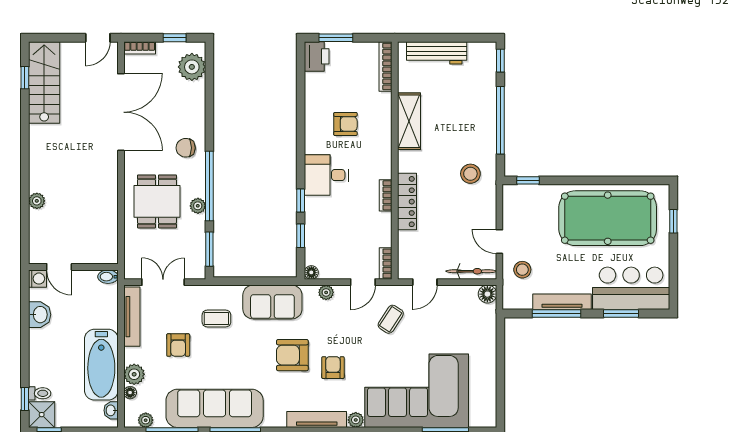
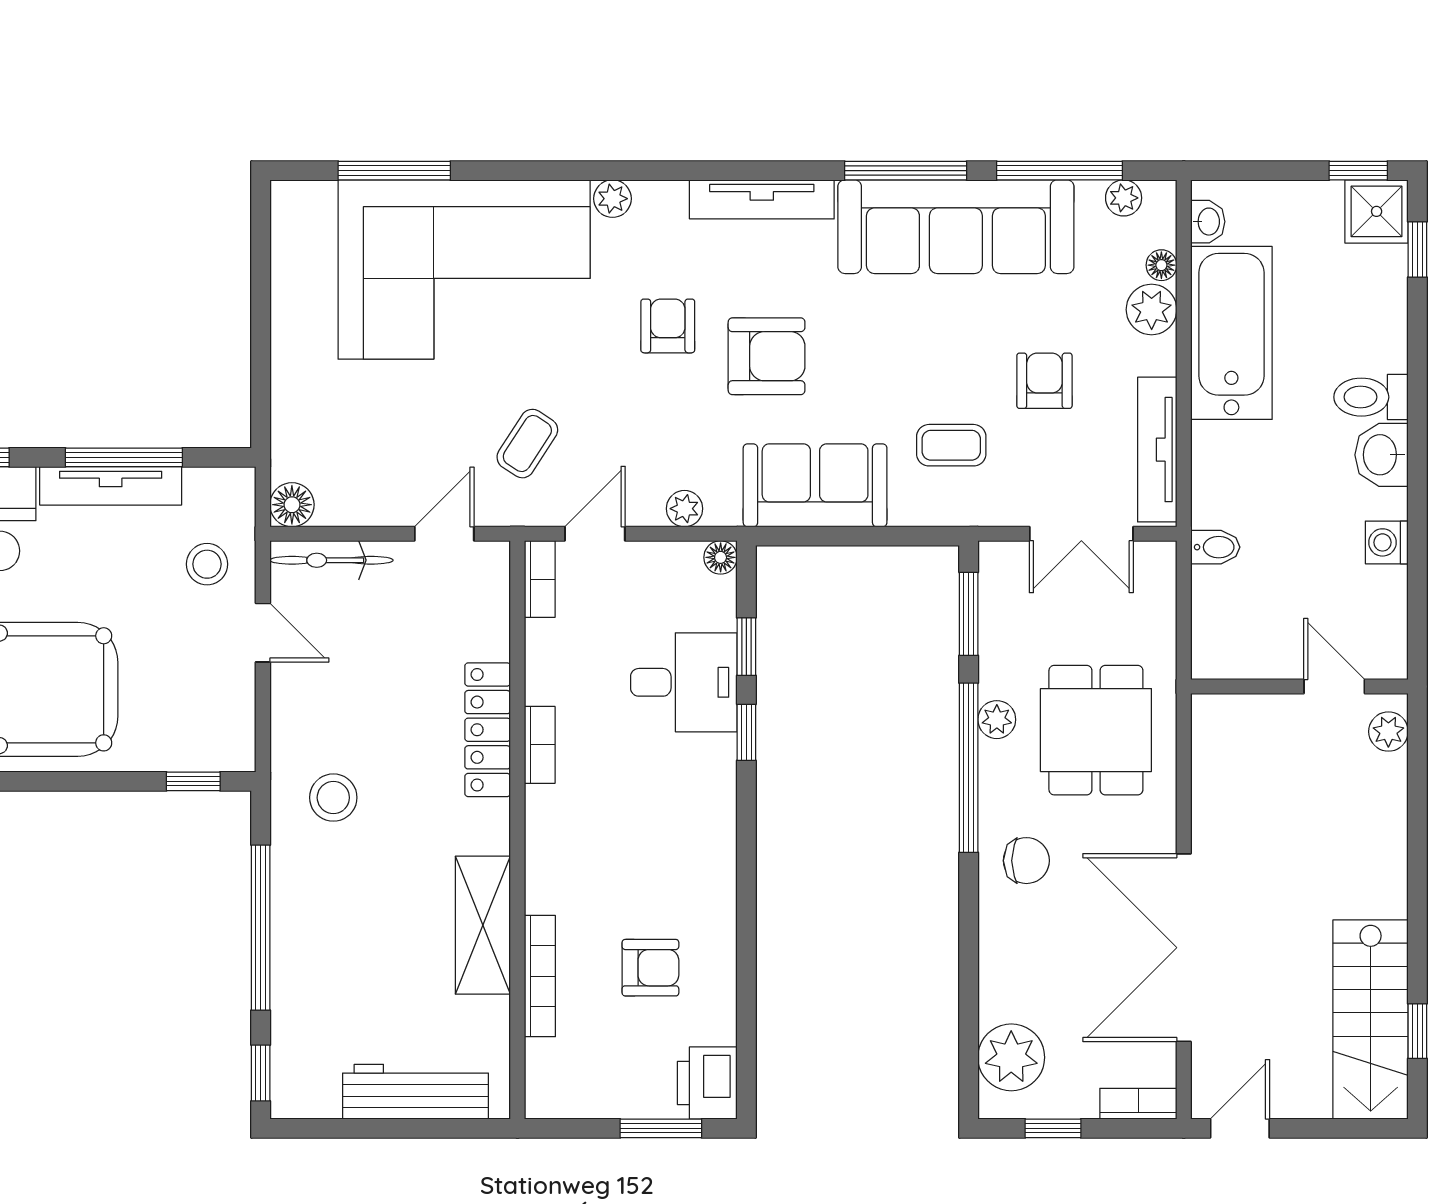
bookcase: (386, 66) -> (540, 976), moved
armchair: (345, 124) -> (650, 968), moved, turned 180
desk: (326, 175) -> (684, 682), moved
door: (59, 267) -> (1334, 686), moved
wall: (73, 267) -> (1299, 686), moved
armchair: (333, 368) -> (668, 326), turned 180
toilet: (40, 393) -> (1371, 397), moved, width x1.37, depth x1.39
tv unit: (317, 420) -> (762, 199), moved

